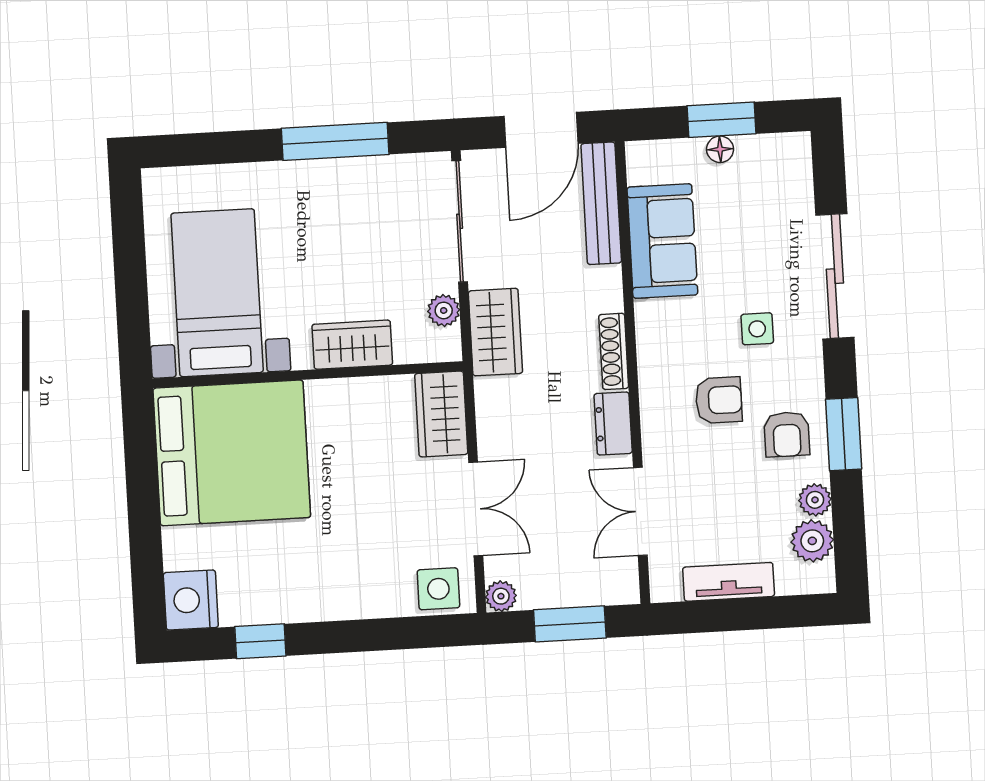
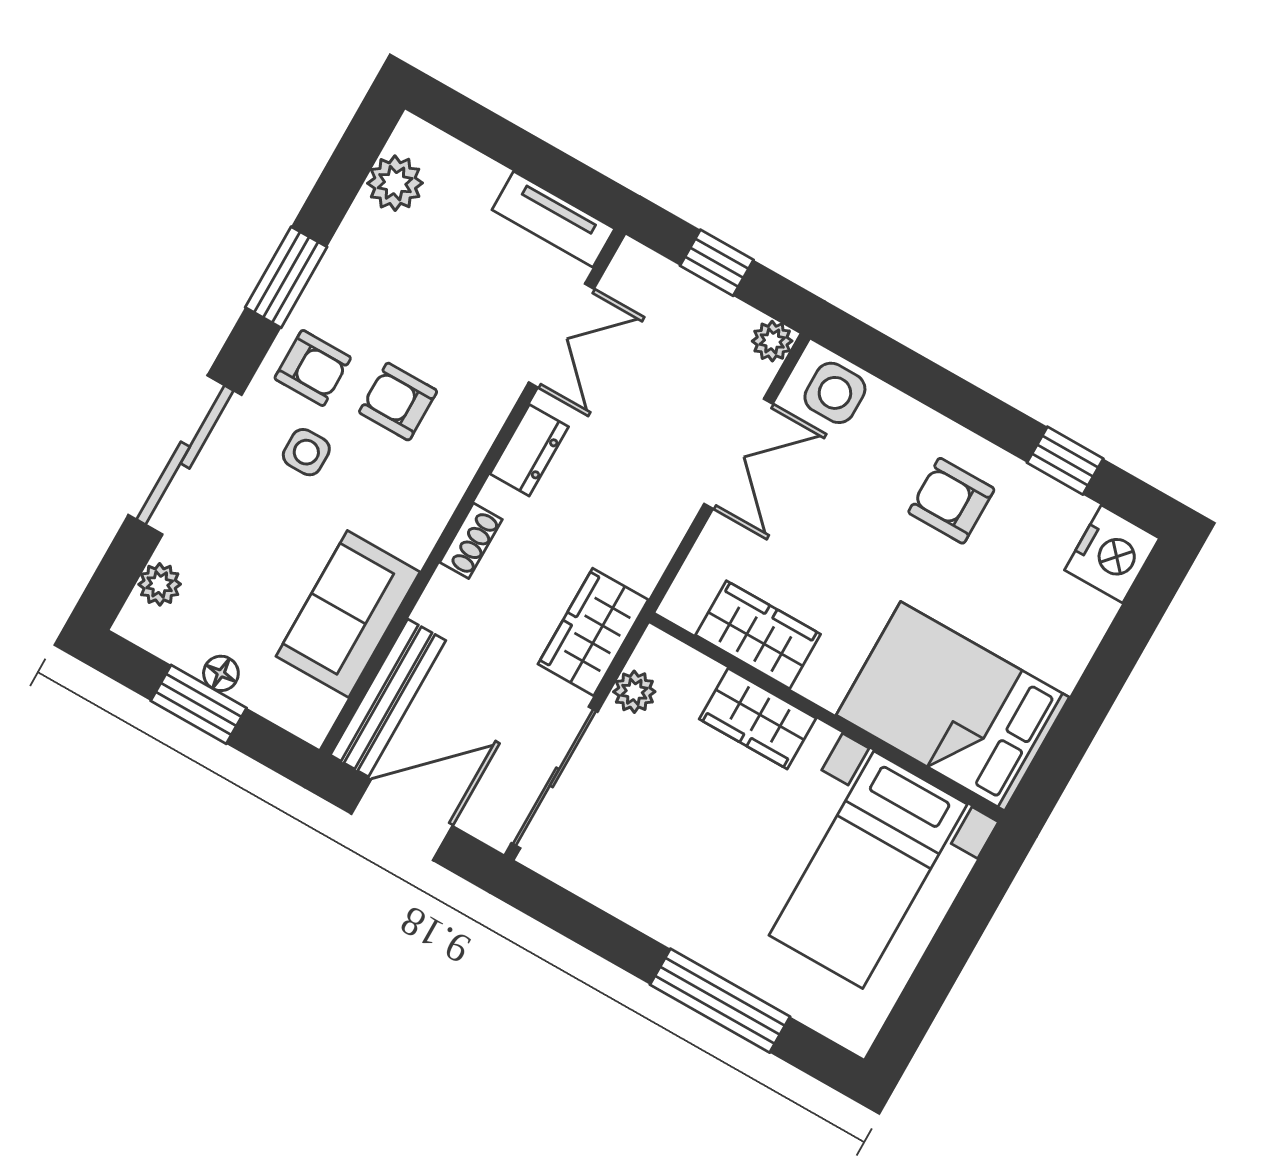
window: (335, 141) -> (720, 1001), moved
shoe rack: (614, 351) -> (471, 541), width x0.70
wardrobe: (441, 414) -> (758, 635), moved, turned -90
armchair: (787, 434) -> (313, 368), moved, turned 90
bed: (232, 453) -> (953, 706), width x0.73
plant: (815, 500) -> (160, 584), moved
double door: (476, 509) -> (738, 454), swing flipped
armchair: (318, 567) -> (951, 501), added
tv unit: (729, 582) -> (553, 219), moved
window: (570, 624) -> (717, 263), width x0.67

